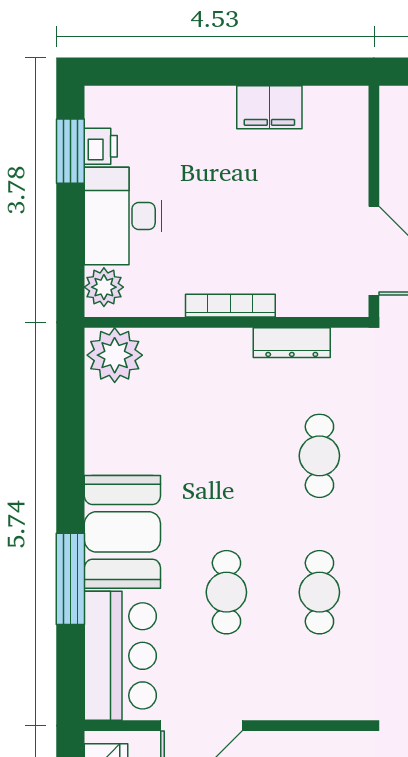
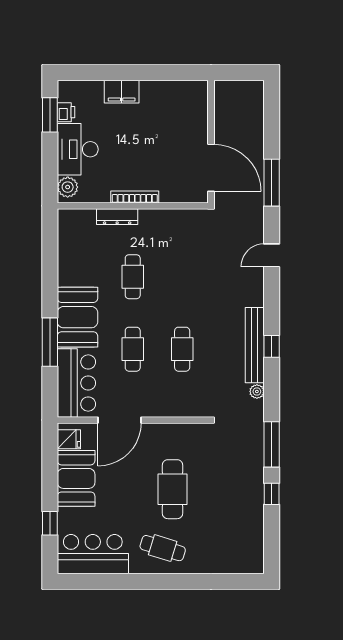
filing cabinet: (269, 107) -> (122, 92), moved
dresser: (292, 343) -> (117, 217), moved
plant: (115, 355) -> (73, 223), removed
cafe table: (319, 456) -> (133, 277), moved

